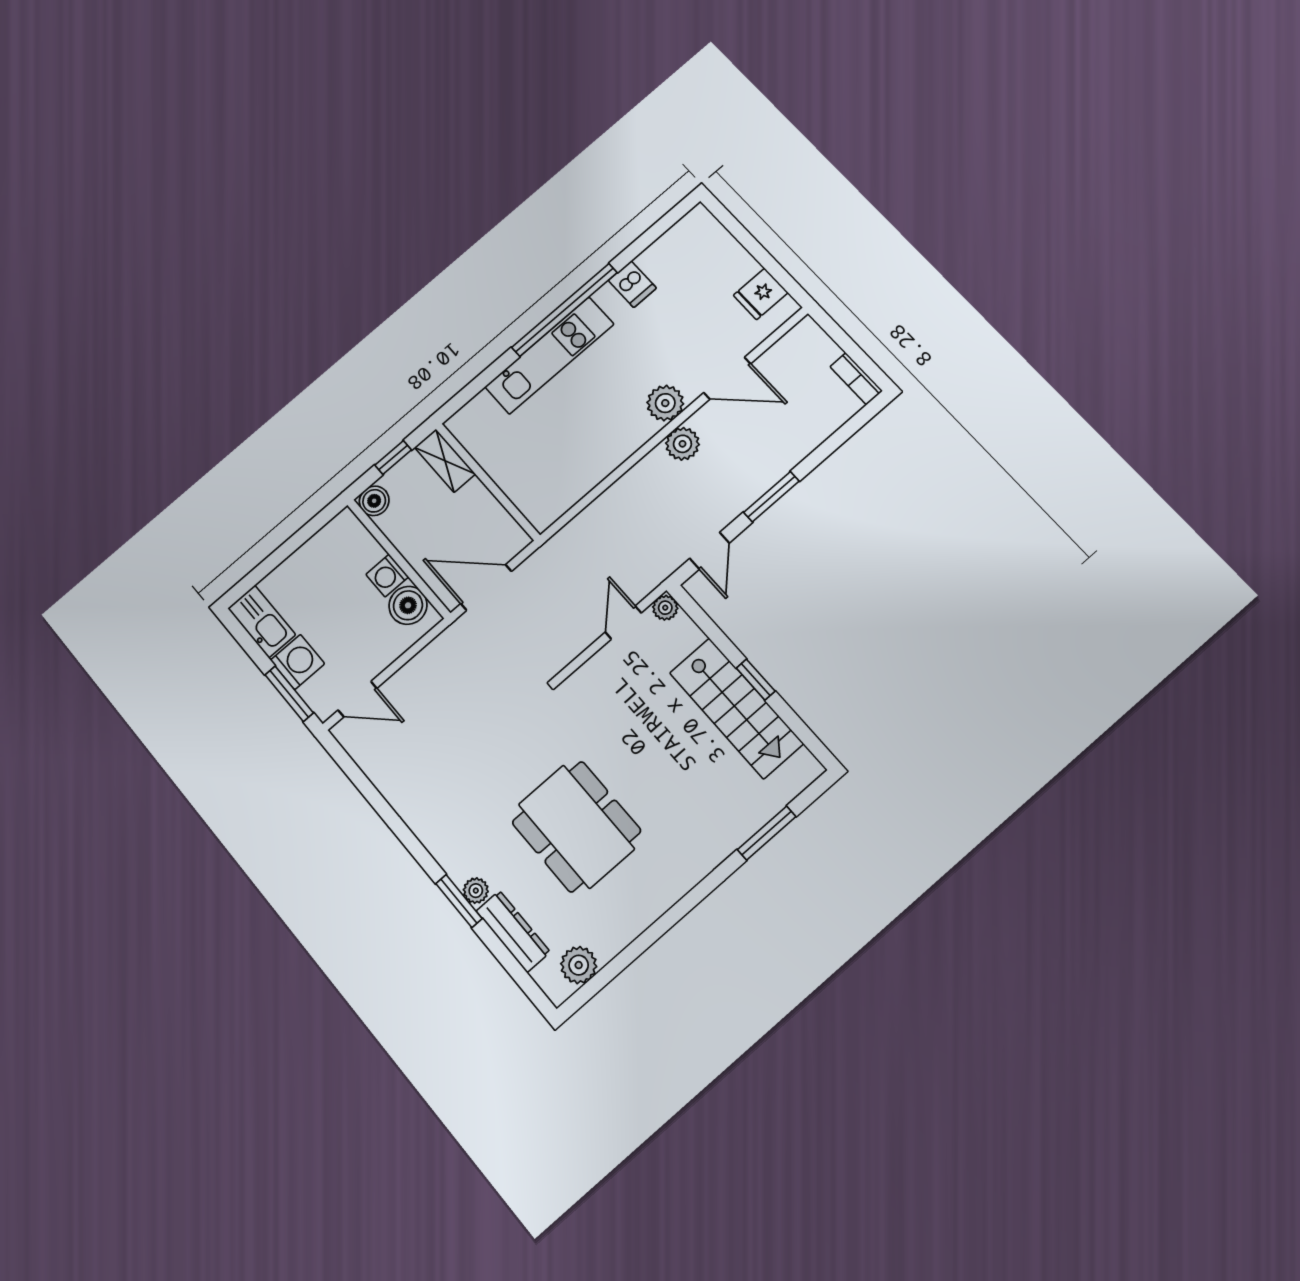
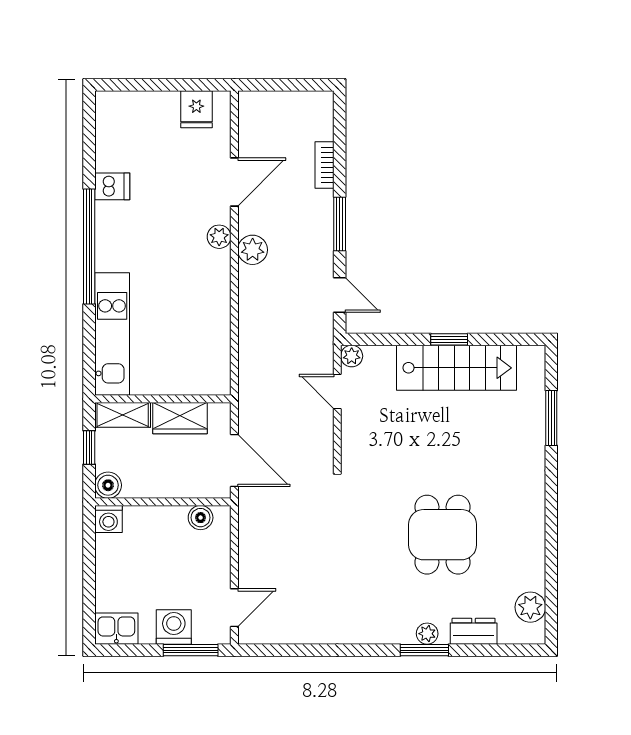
kitchen unit: (549, 356) -> (112, 334), moved
bookcase: (856, 379) -> (324, 165), moved, turned 90
plant: (665, 403) -> (219, 237), width x0.73, depth x0.73
wardrobe: (483, 510) -> (180, 418), added
washing machine: (387, 576) -> (108, 519), moved
door: (486, 587) -> (234, 461), swing flipped
boiler: (408, 605) -> (201, 518), width x0.73, depth x0.73
kitchen sink: (262, 621) -> (116, 629), width x0.73
dining table: (576, 827) -> (443, 535), width x0.73
dresser: (513, 931) -> (474, 631), width x0.70

